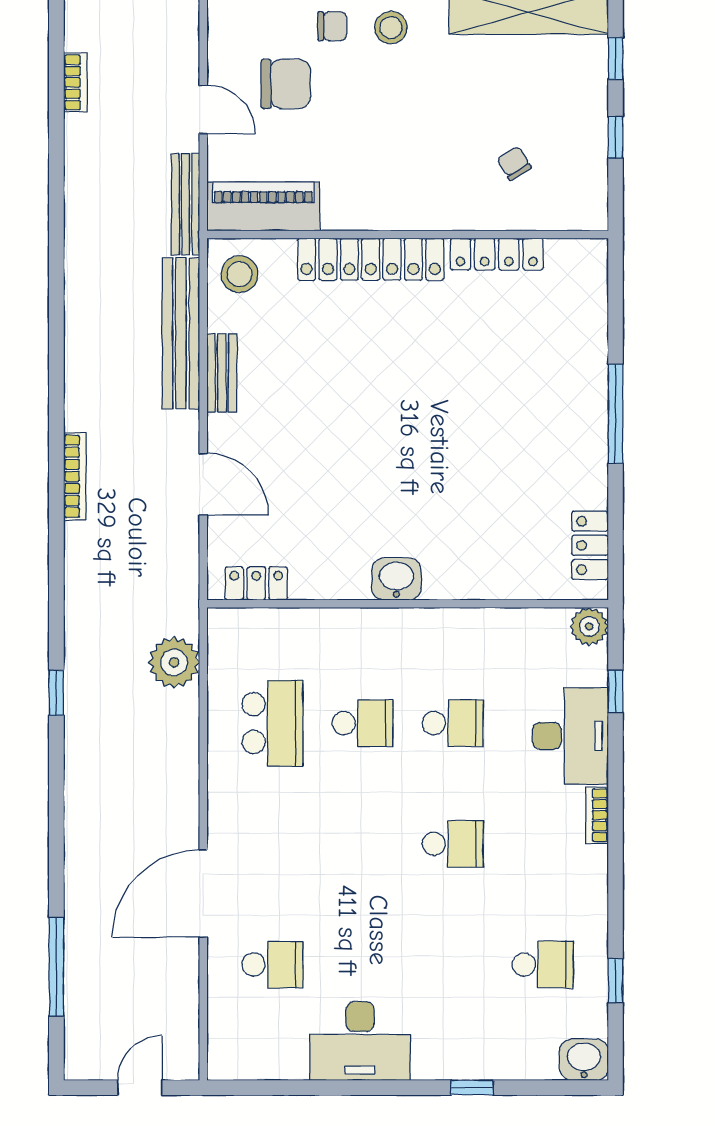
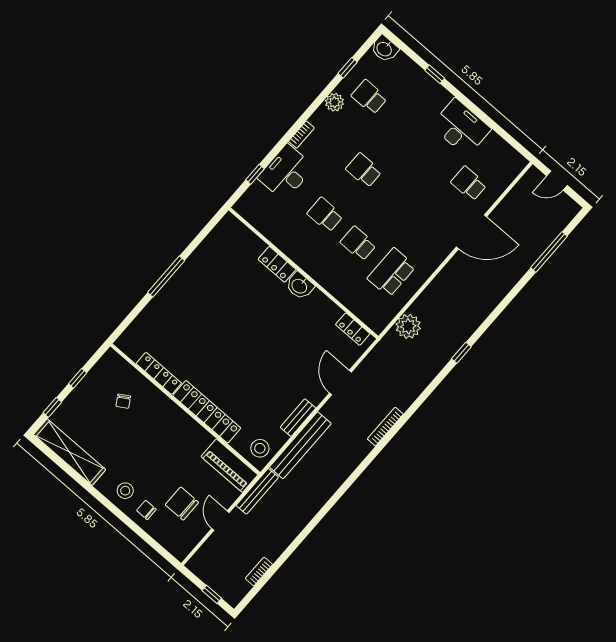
locker: (590, 545) -> (277, 264), moved, turned 90
plant: (589, 626) -> (335, 102), moved

